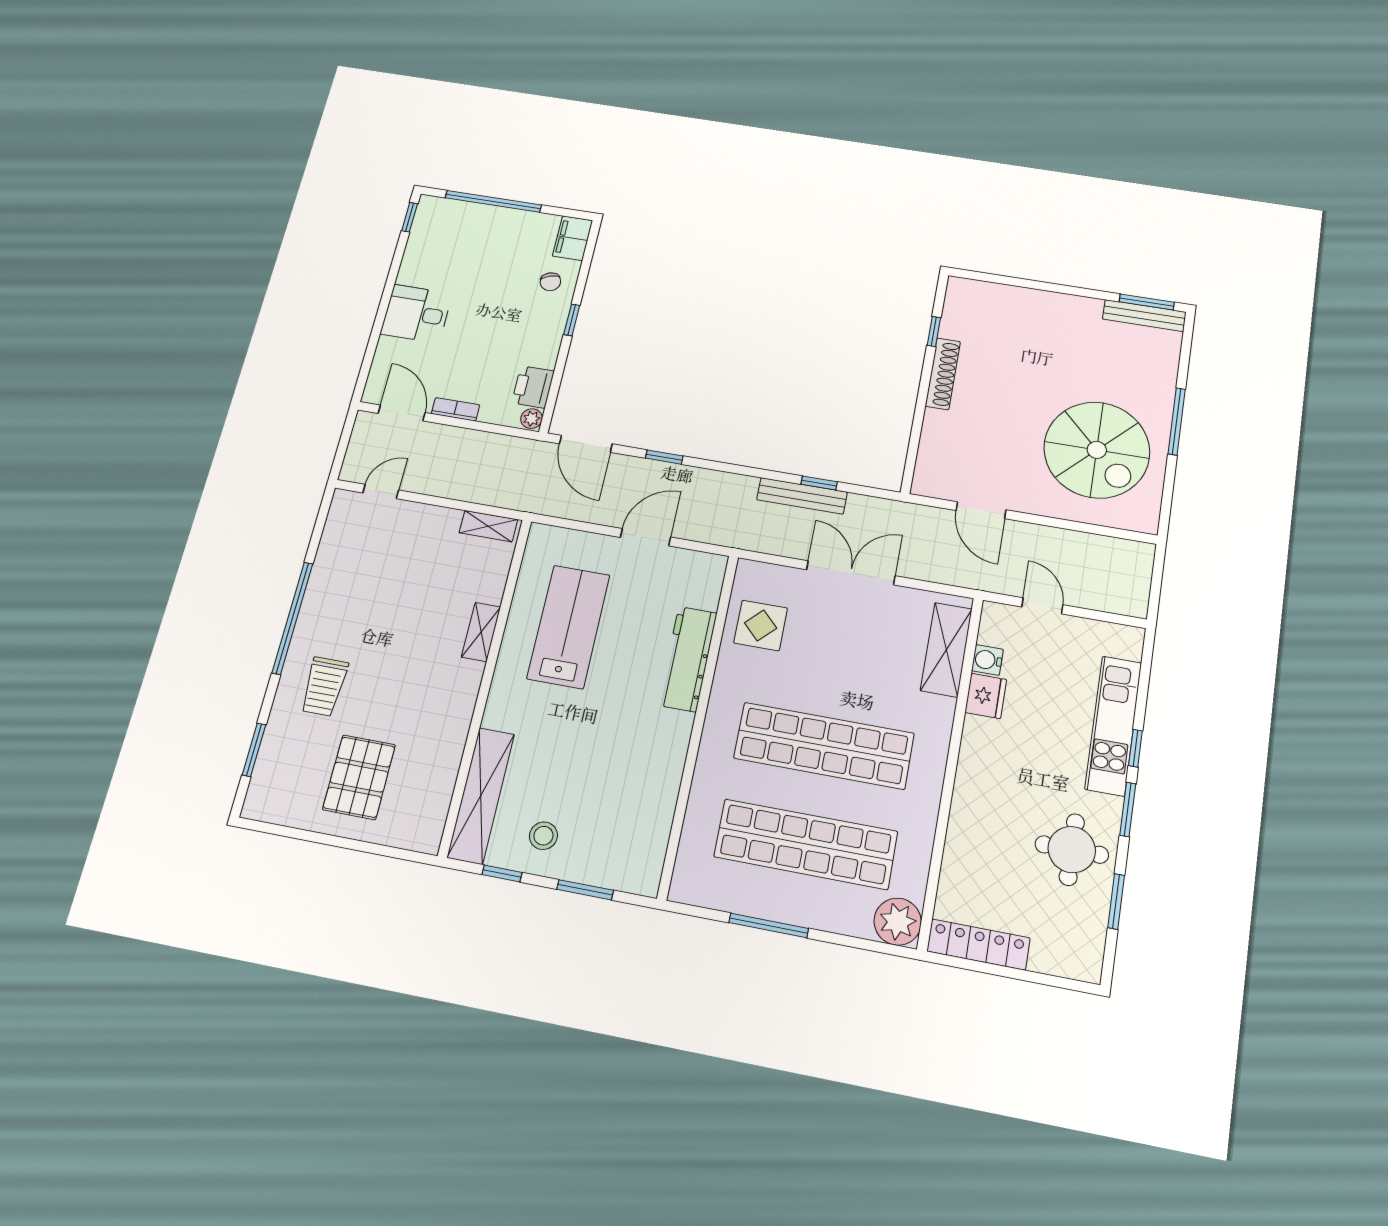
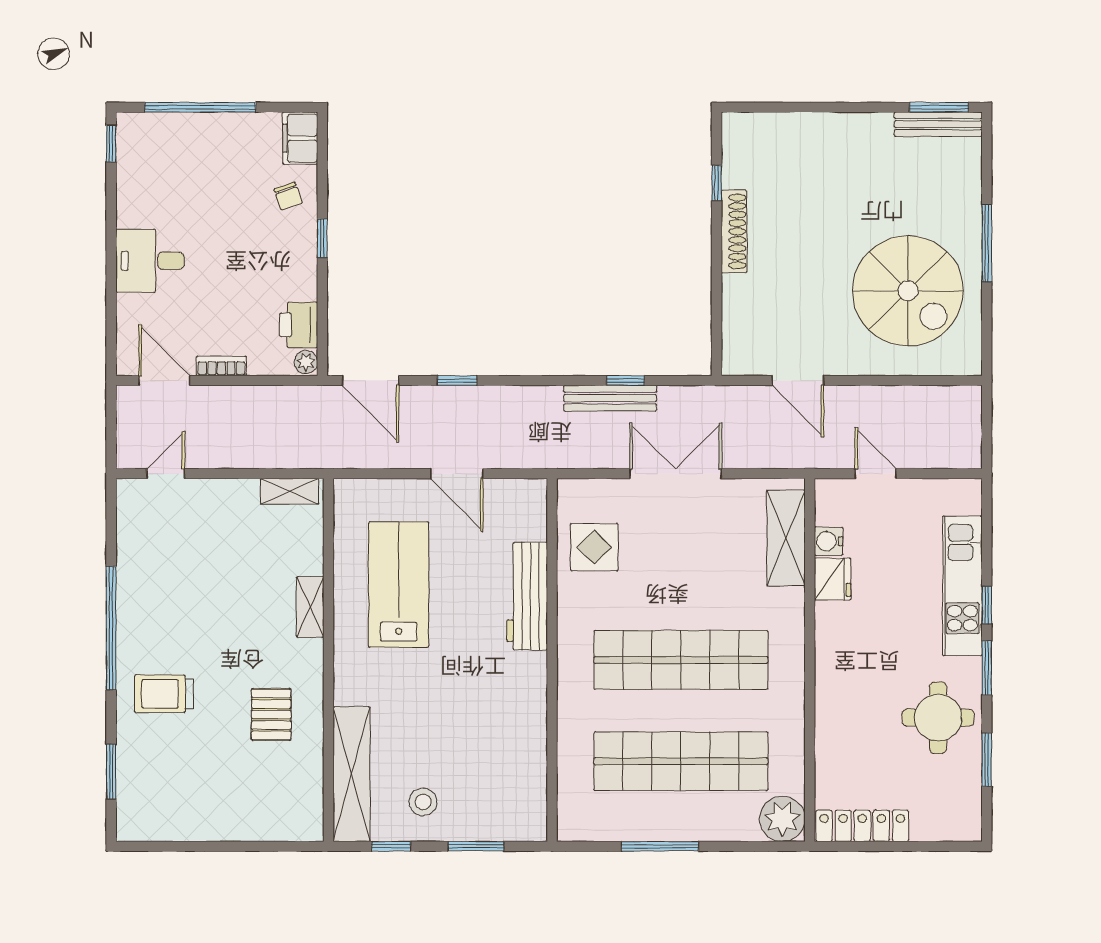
door: (646, 537) -> (457, 474), swing flipped
trolley: (324, 687) -> (164, 694), turned 90
pallet: (359, 777) -> (271, 714), moved, width x0.67, depth x0.71

